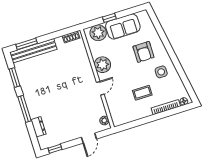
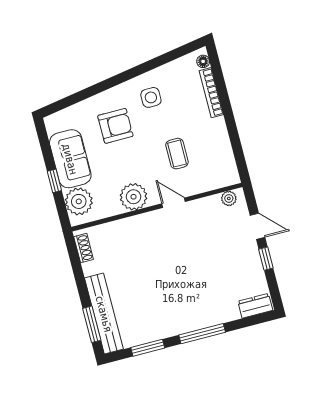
coffee table: (142, 93) -> (177, 154), moved
dresser: (38, 127) -> (255, 306), moved
window: (55, 149) -> (266, 259), moved

